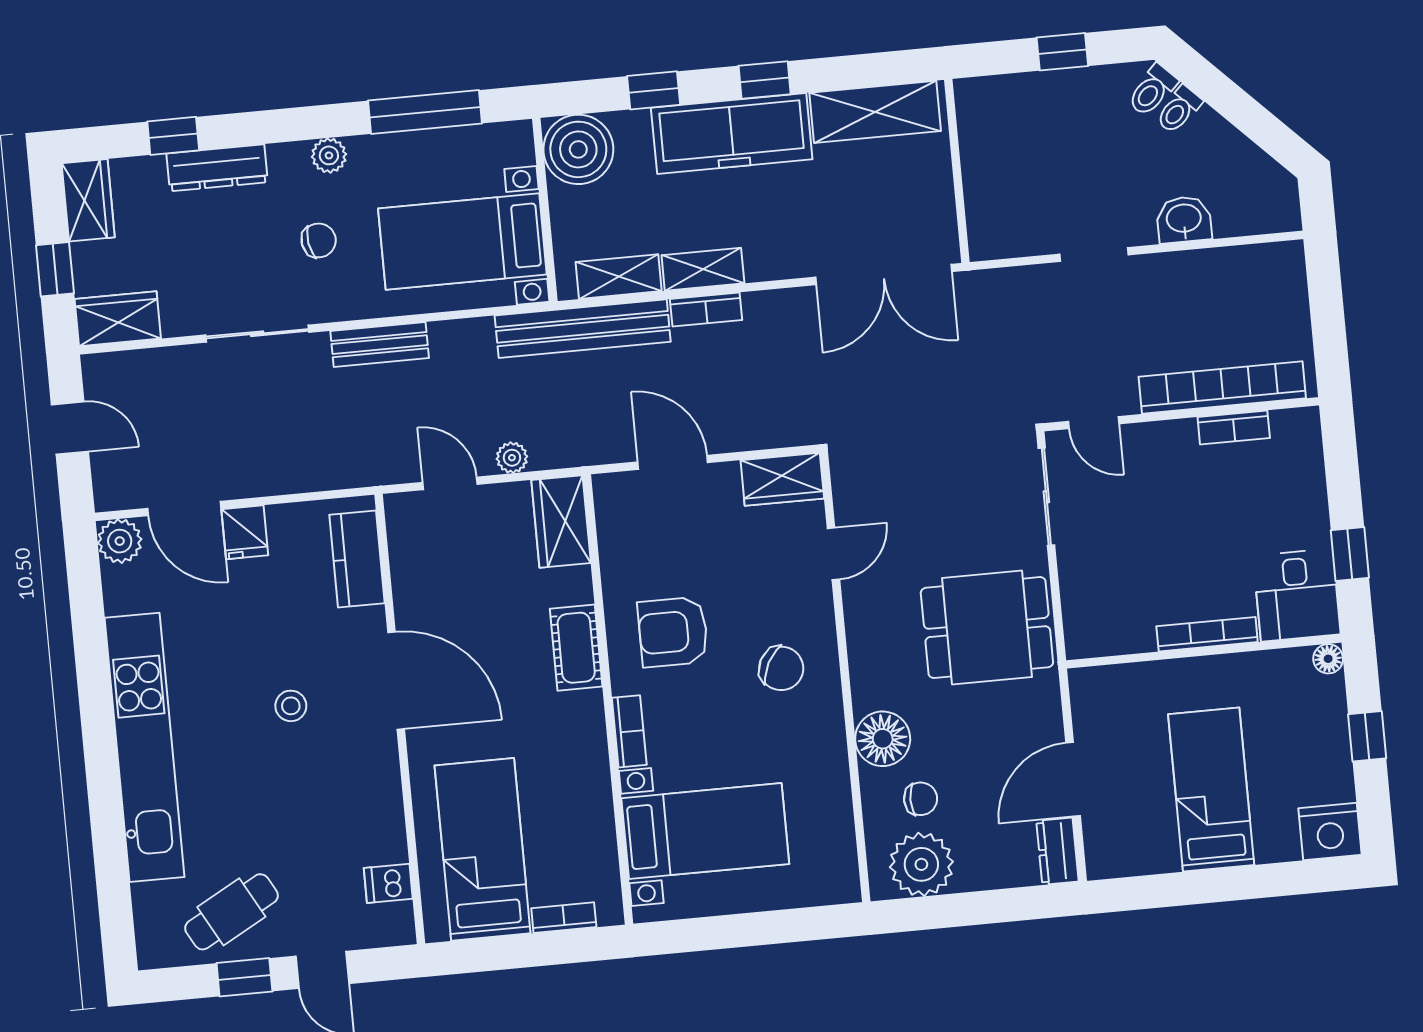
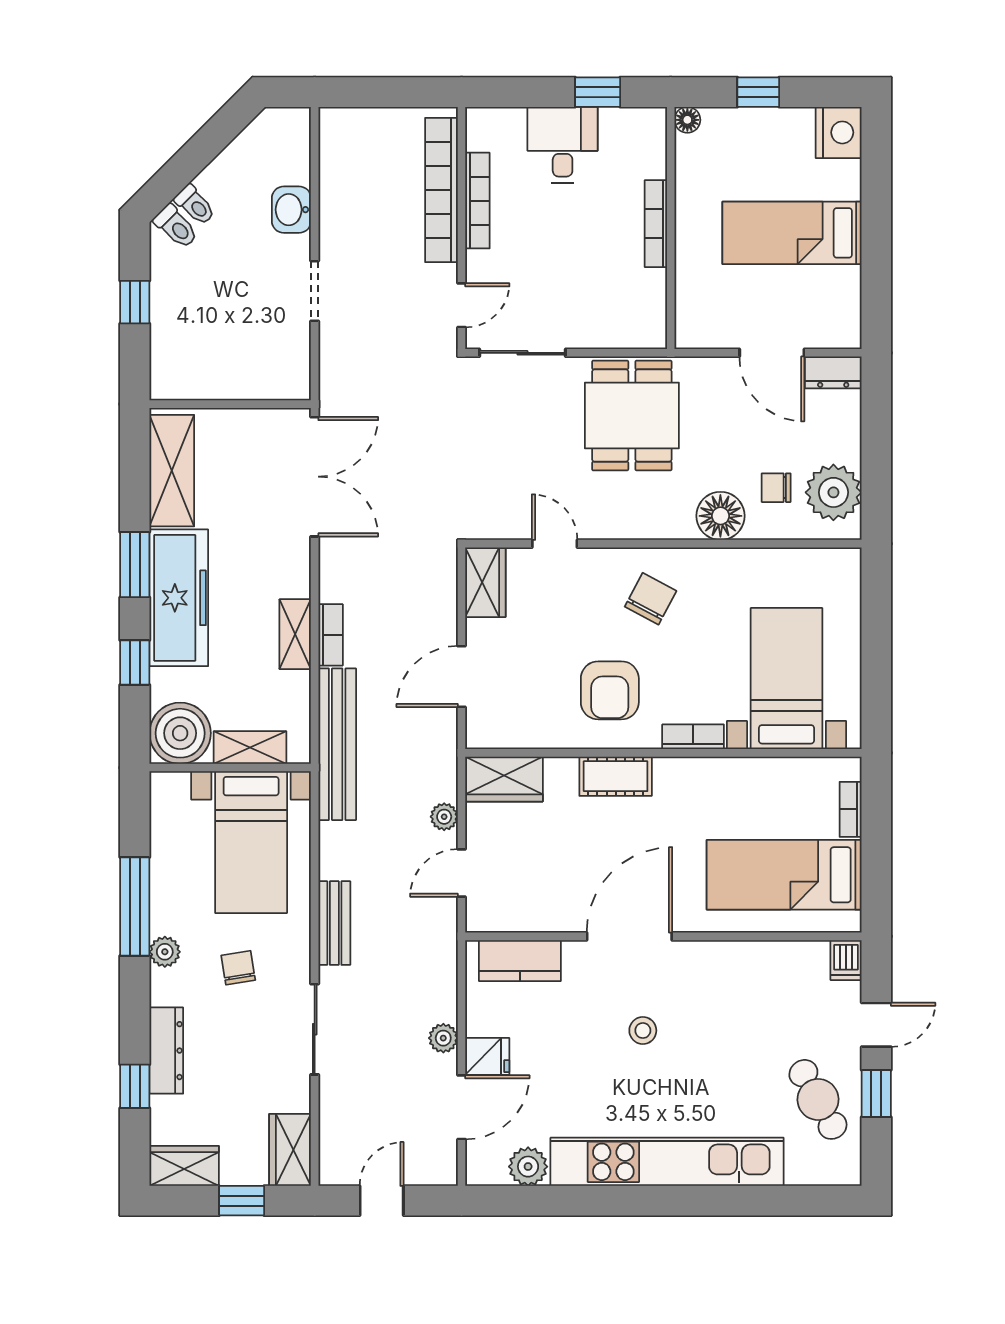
window: (765, 80) -> (135, 565), width x1.50
window: (425, 112) -> (135, 907), moved
shelving: (619, 277) -> (250, 748), moved, turned 90
bookcase: (1234, 428) -> (477, 201), width x1.56
plant: (261, 480) -> (443, 1038), added
plant: (120, 541) -> (528, 1167), moved
desk: (1297, 595) -> (563, 145), moved, turned -90
chair: (921, 799) -> (776, 488), turned -90
dishwasher: (388, 883) -> (846, 960), moved

